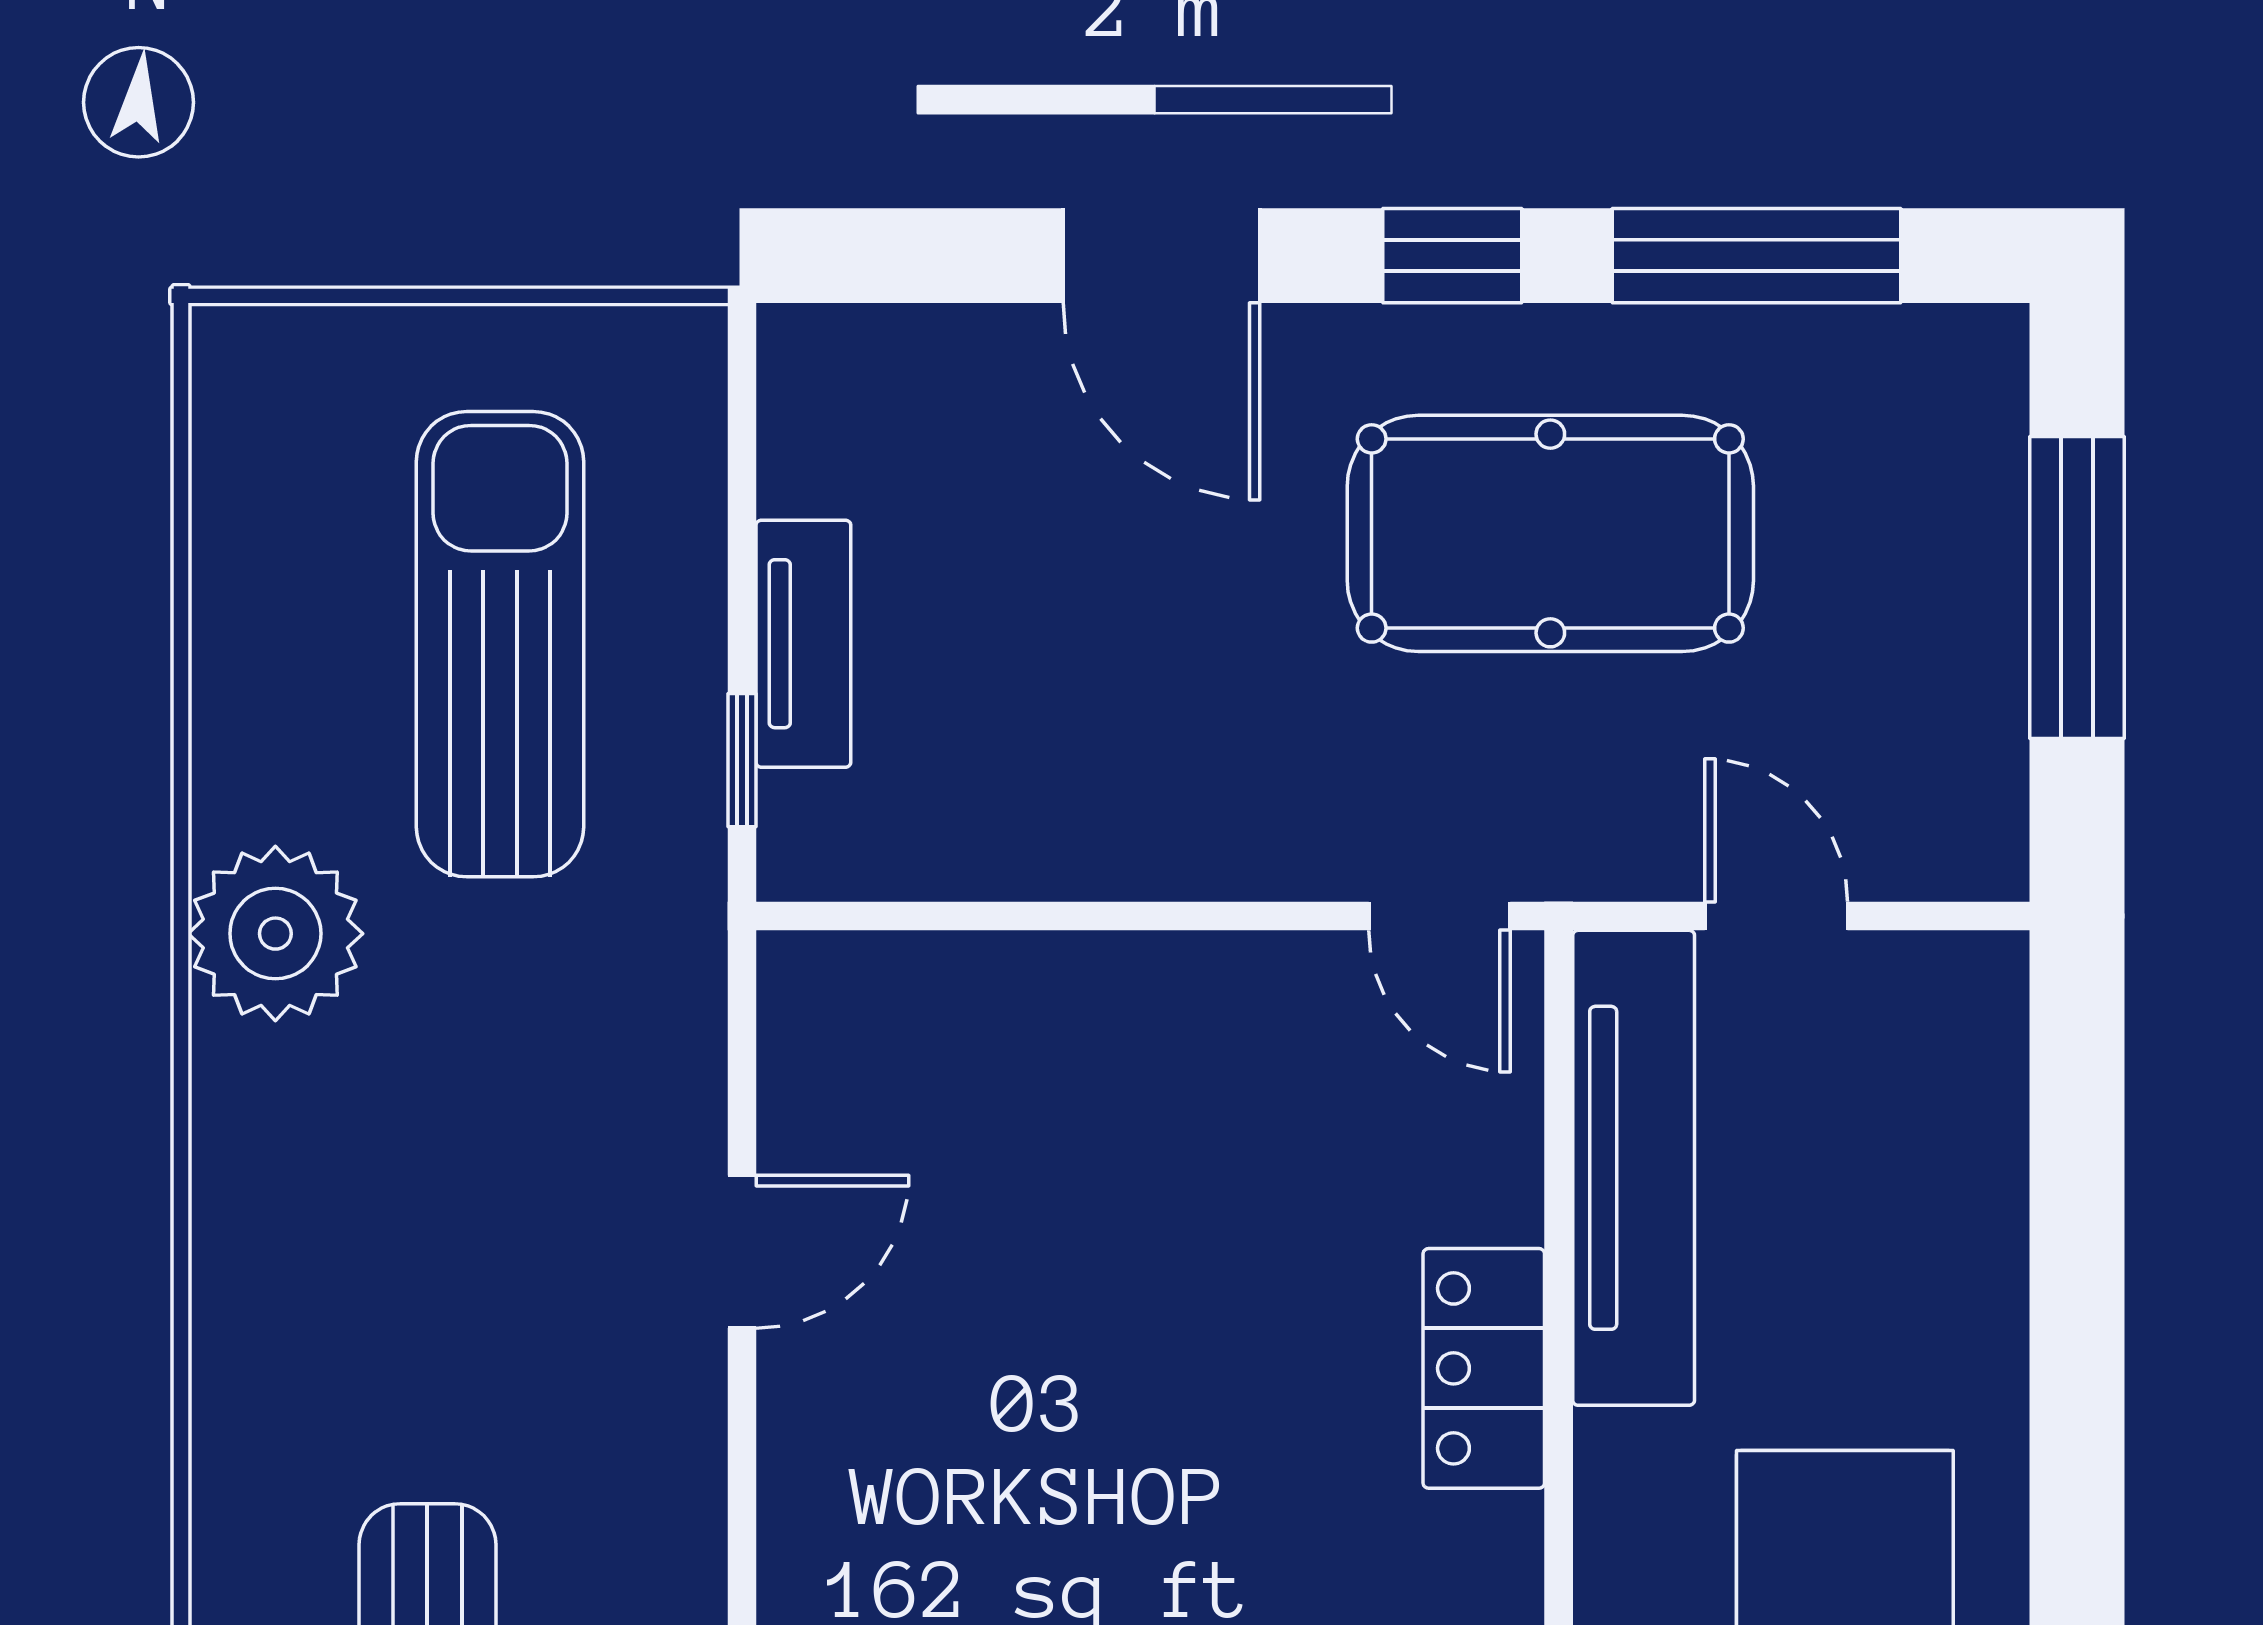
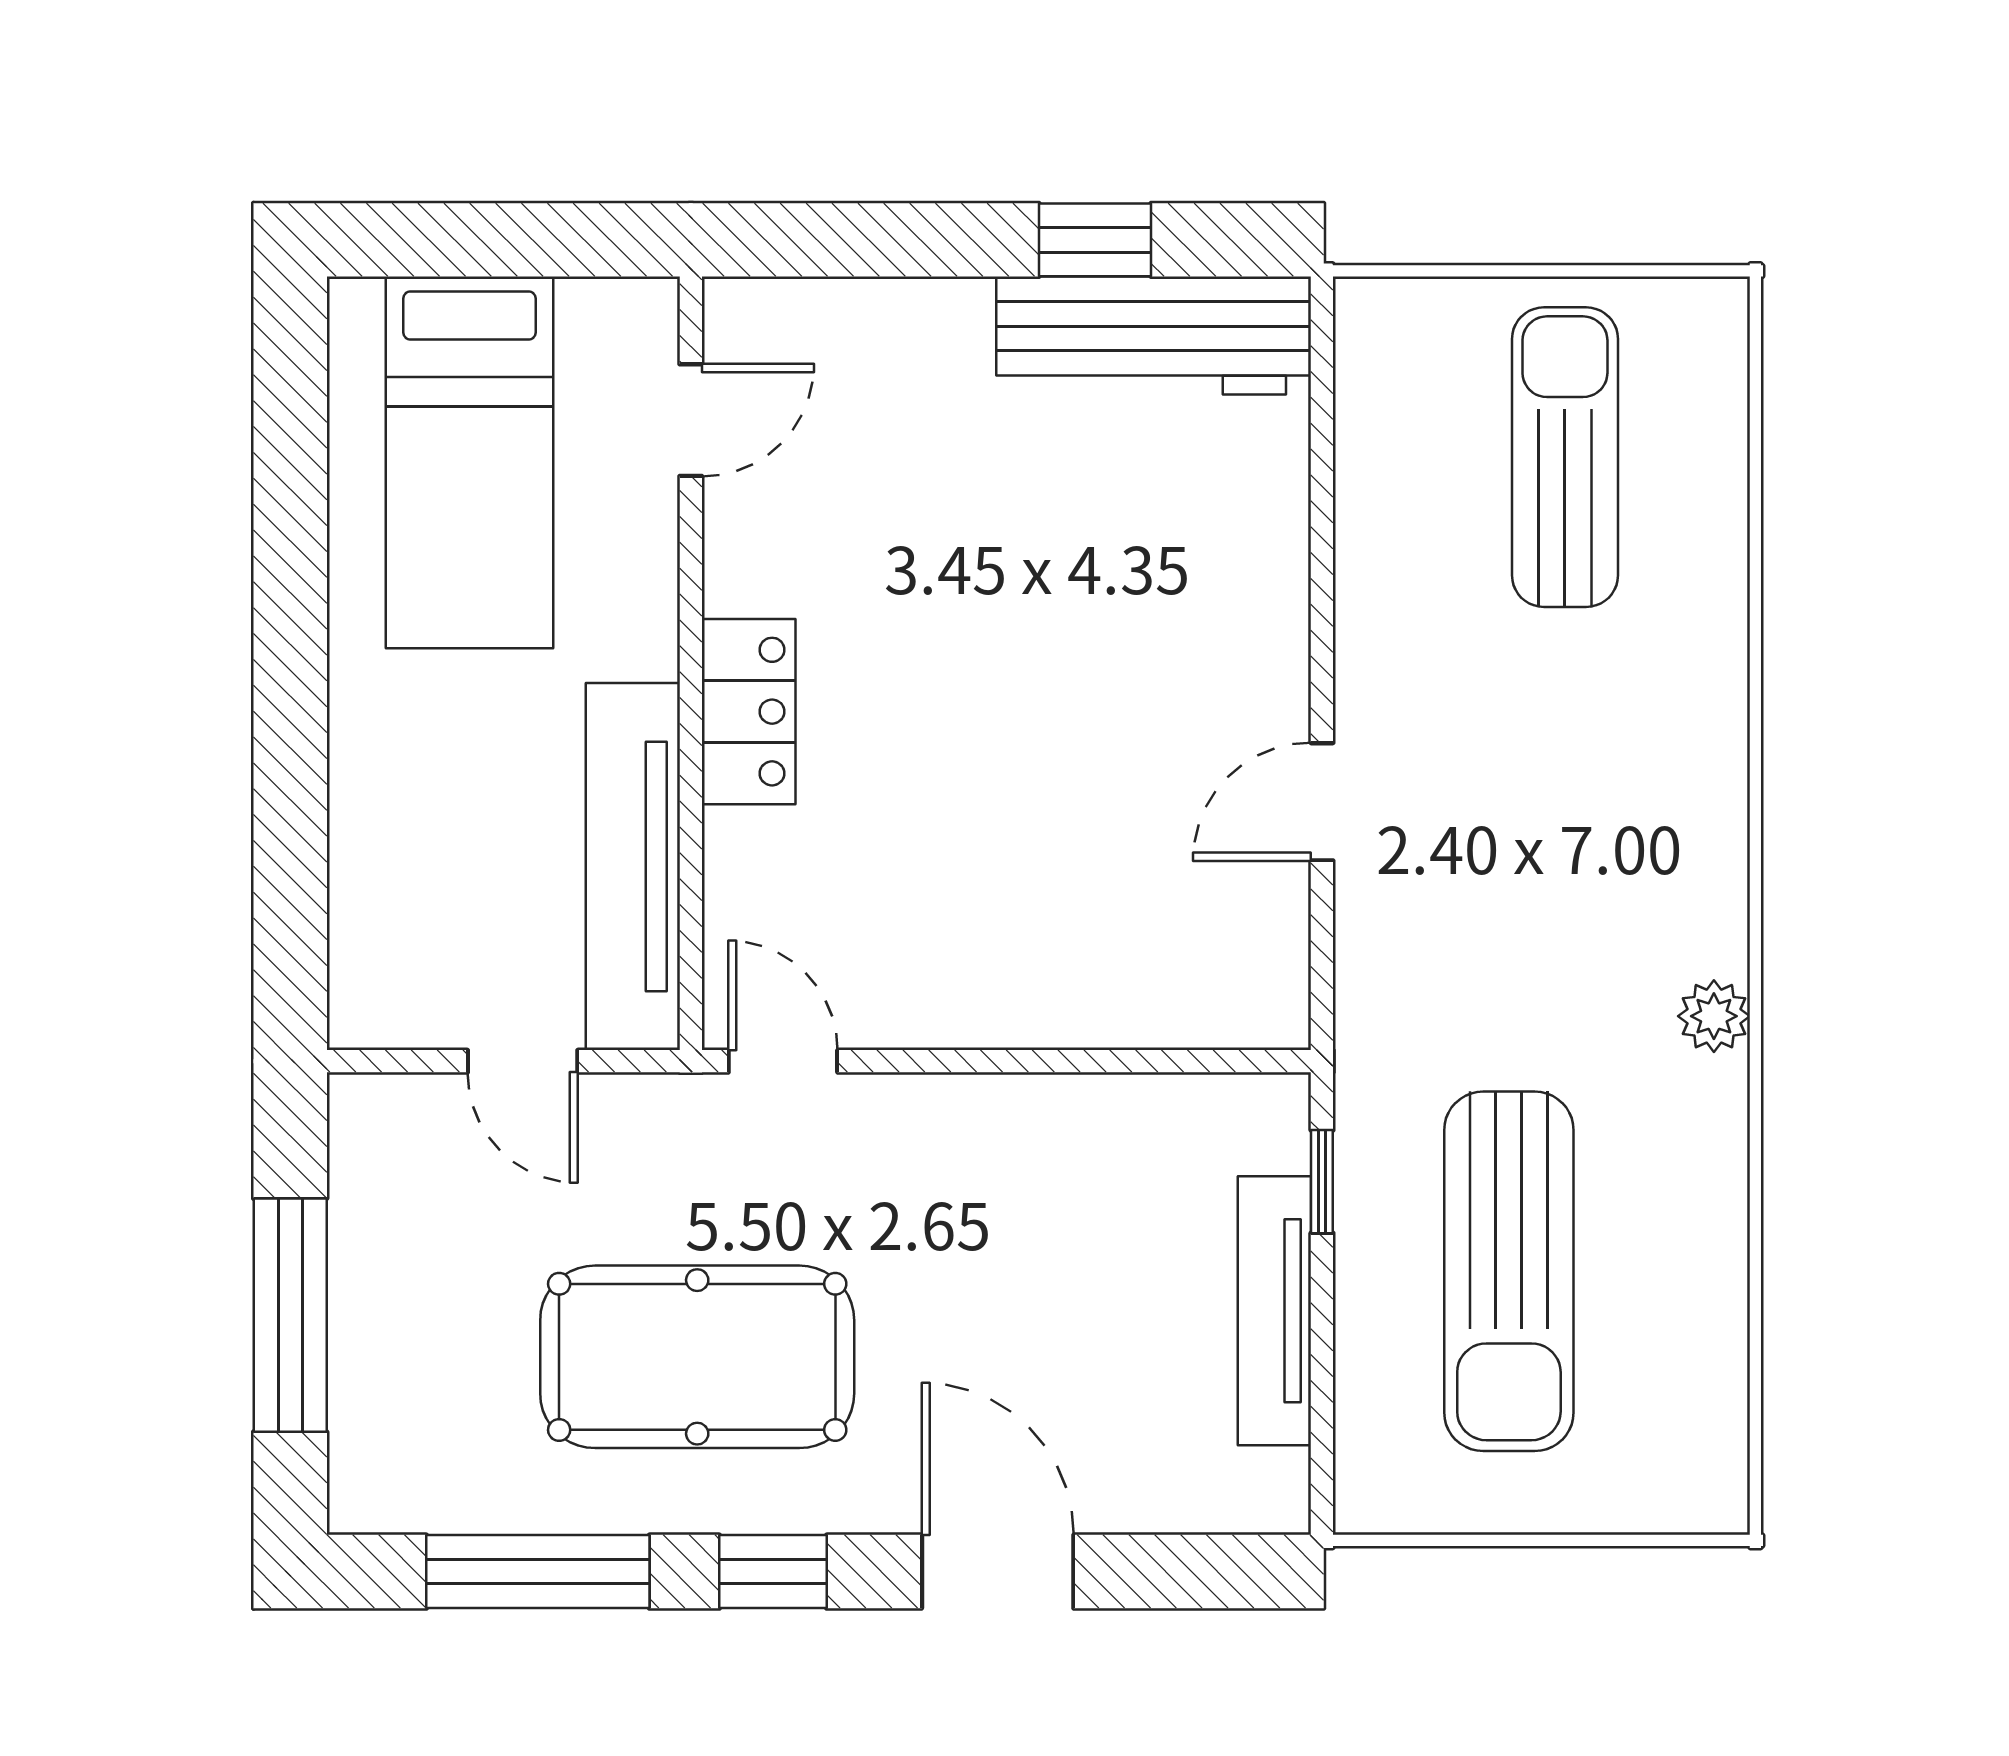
tv unit: (803, 644) -> (1274, 1311), width x1.41
plant: (275, 934) -> (1714, 1016), width x0.53, depth x0.53

